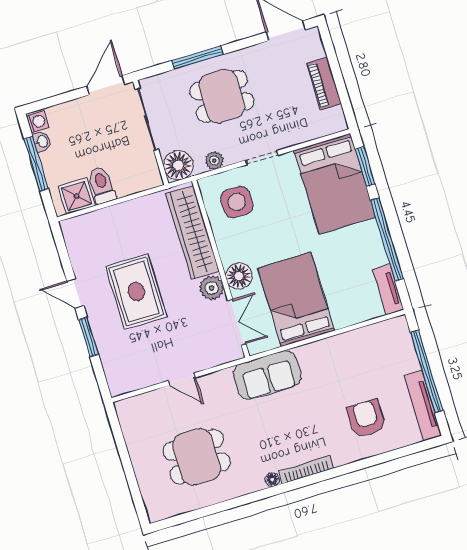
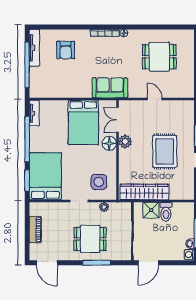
floor lamp: (178, 165) -> (123, 210), removed
shower: (77, 196) -> (151, 210), moved
wardrobe: (192, 232) -> (144, 192), moved, turned -90

